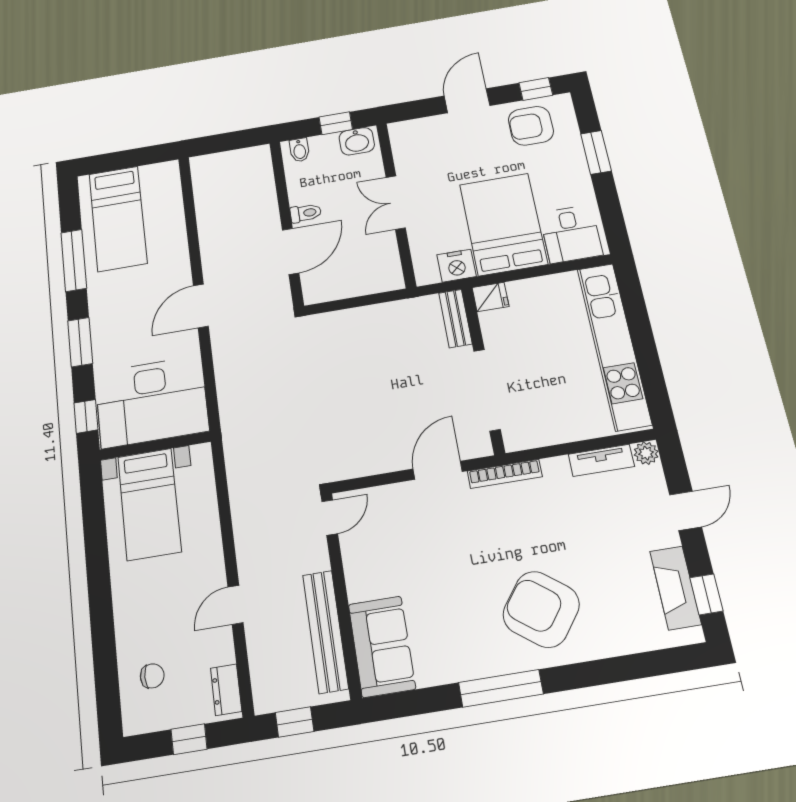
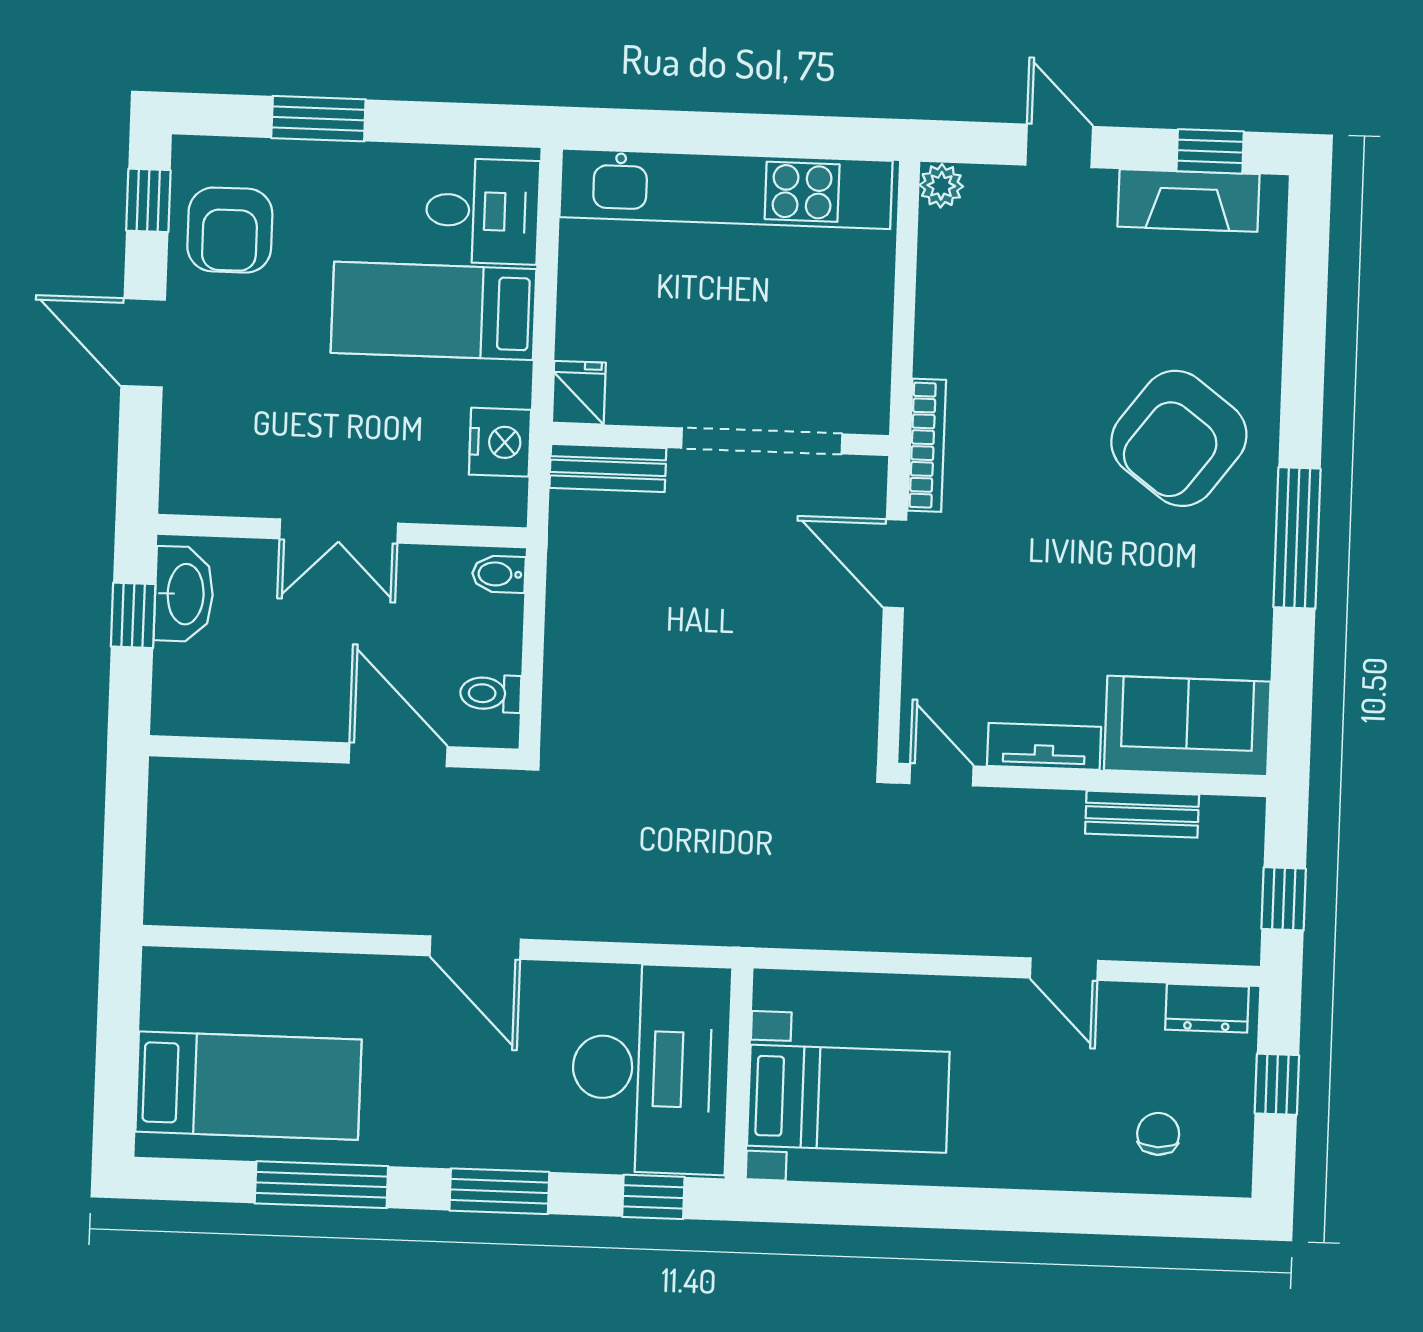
washbasin: (357, 141) -> (184, 594), width x1.38
bidet: (299, 150) -> (499, 574), moved, turned 180
toilet: (306, 213) -> (491, 693), moved, turned -90
bed: (503, 224) -> (433, 311), width x0.67
tv unit: (601, 460) -> (1044, 746), moved, turned -90
bench: (325, 631) -> (1142, 814), width x0.54, depth x0.82

